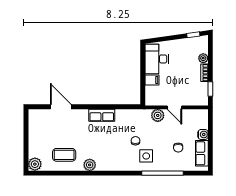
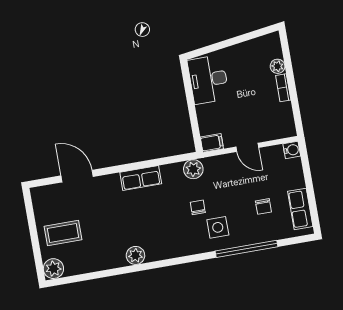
window: (193, 35) -> (257, 34), removed
filing cabinet: (152, 80) -> (212, 143), moved
window: (210, 89) -> (296, 111), removed
plant: (158, 115) -> (193, 169), moved
water cooler: (203, 134) -> (292, 150), moved
coffee table: (64, 155) -> (63, 233), moved

